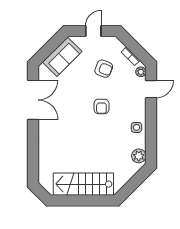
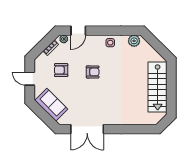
armchair: (104, 69) -> (61, 70), turned -111
door: (151, 89) -> (78, 31), swing flipped
double door: (33, 100) -> (87, 129), swing flipped

